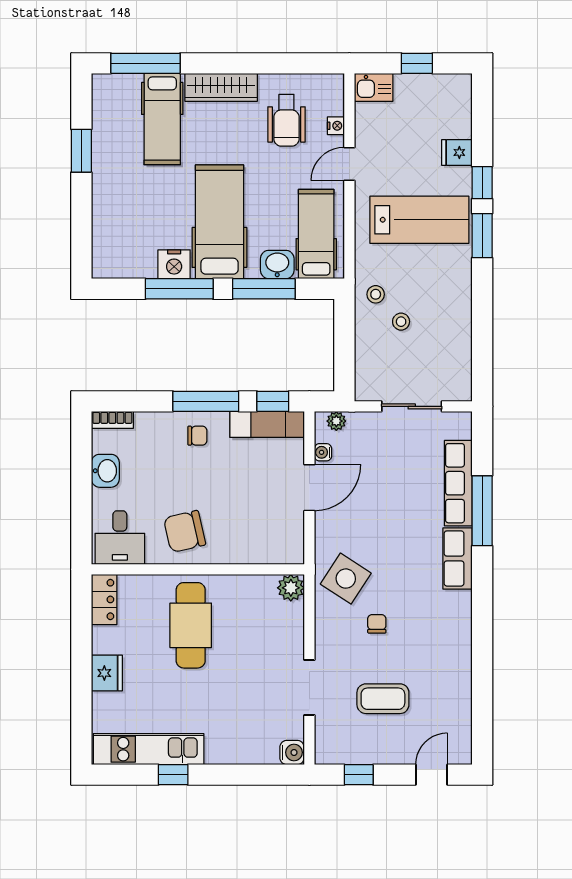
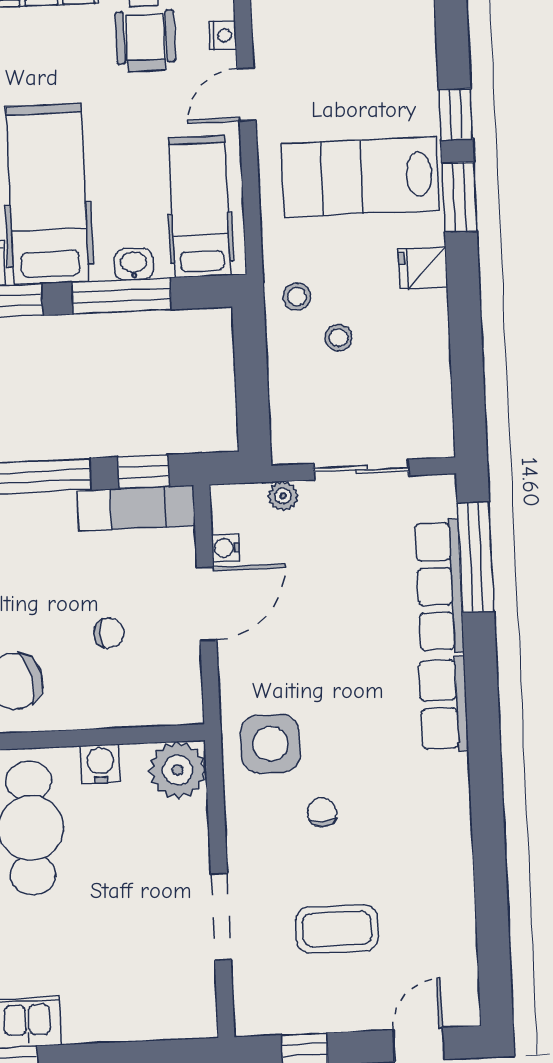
fridge: (457, 152) -> (423, 268), moved
lab bench: (419, 220) -> (360, 177), turned 180
washbasin: (277, 264) -> (134, 264), width x0.72, depth x0.69
plant: (336, 421) -> (283, 496), moved
chair: (197, 436) -> (109, 633), moved
window: (482, 511) -> (476, 557), moved
side table: (346, 579) -> (270, 744), turned -33
plant: (291, 588) -> (178, 770), width x1.36, depth x1.36
water cooler: (292, 752) -> (100, 764), moved, turned -90

